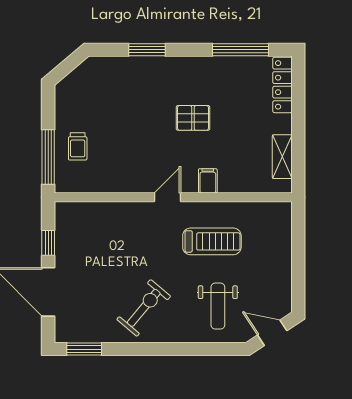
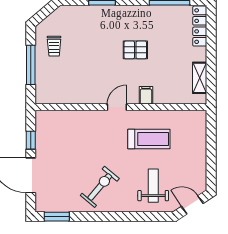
trolley: (78, 146) -> (54, 46), moved
window: (48, 157) -> (31, 65), moved
weight bench: (218, 306) -> (153, 186), turned 180

